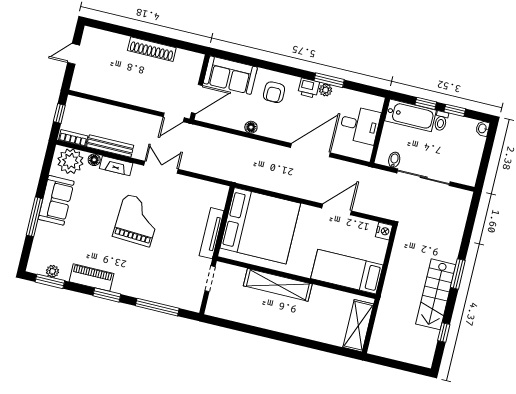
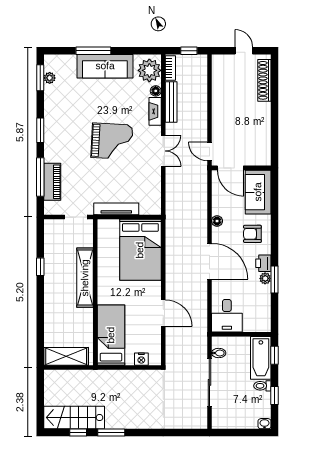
shoe rack: (152, 49) -> (264, 80), moved
window: (426, 103) -> (275, 355), moved
desk: (360, 125) -> (227, 316), moved
door: (310, 150) -> (209, 261), moved
sofa: (56, 200) -> (105, 66), width x1.36
bed: (260, 226) -> (140, 250), width x0.73
nightstand: (384, 231) -> (141, 359), moved
window: (458, 274) -> (111, 433), moved
piano: (92, 278) -> (52, 182), moved
stairs: (436, 294) -> (74, 418), moved
window: (254, 330) -> (40, 267), added

